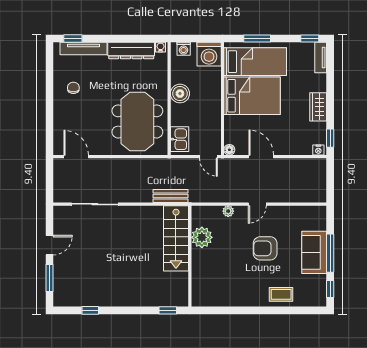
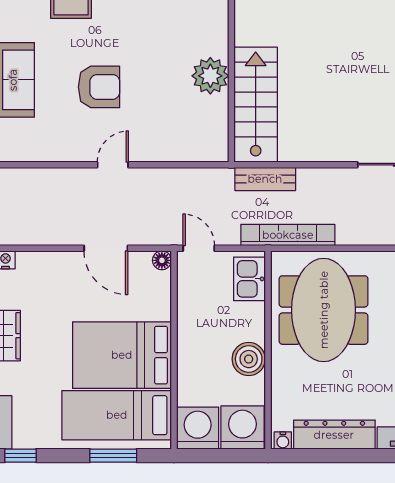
washing machine: (184, 49) -> (242, 428), width x1.89, depth x1.89
bookcase: (158, 164) -> (288, 235), added
plant: (228, 211) -> (164, 152), removed
plant: (202, 237) -> (210, 76), moved

